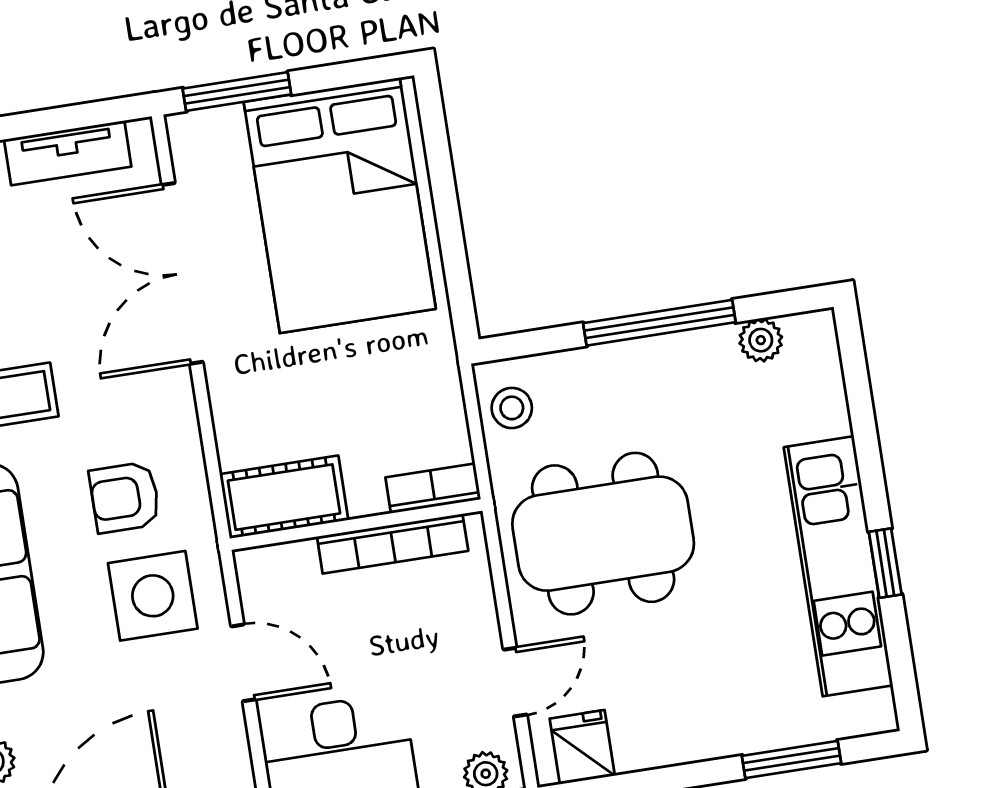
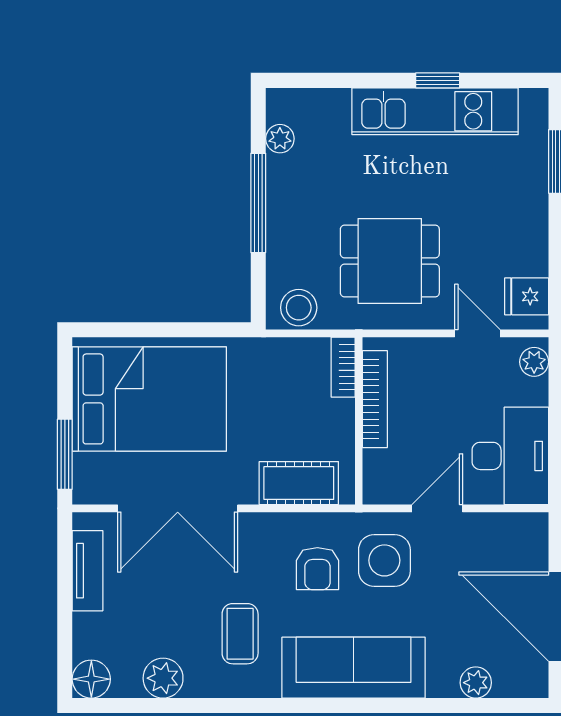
stool: (512, 408) -> (299, 308), width x1.37, depth x1.37
cot: (284, 497) -> (299, 483), moved, turned 90
dining table: (603, 534) -> (390, 261), width x0.73

